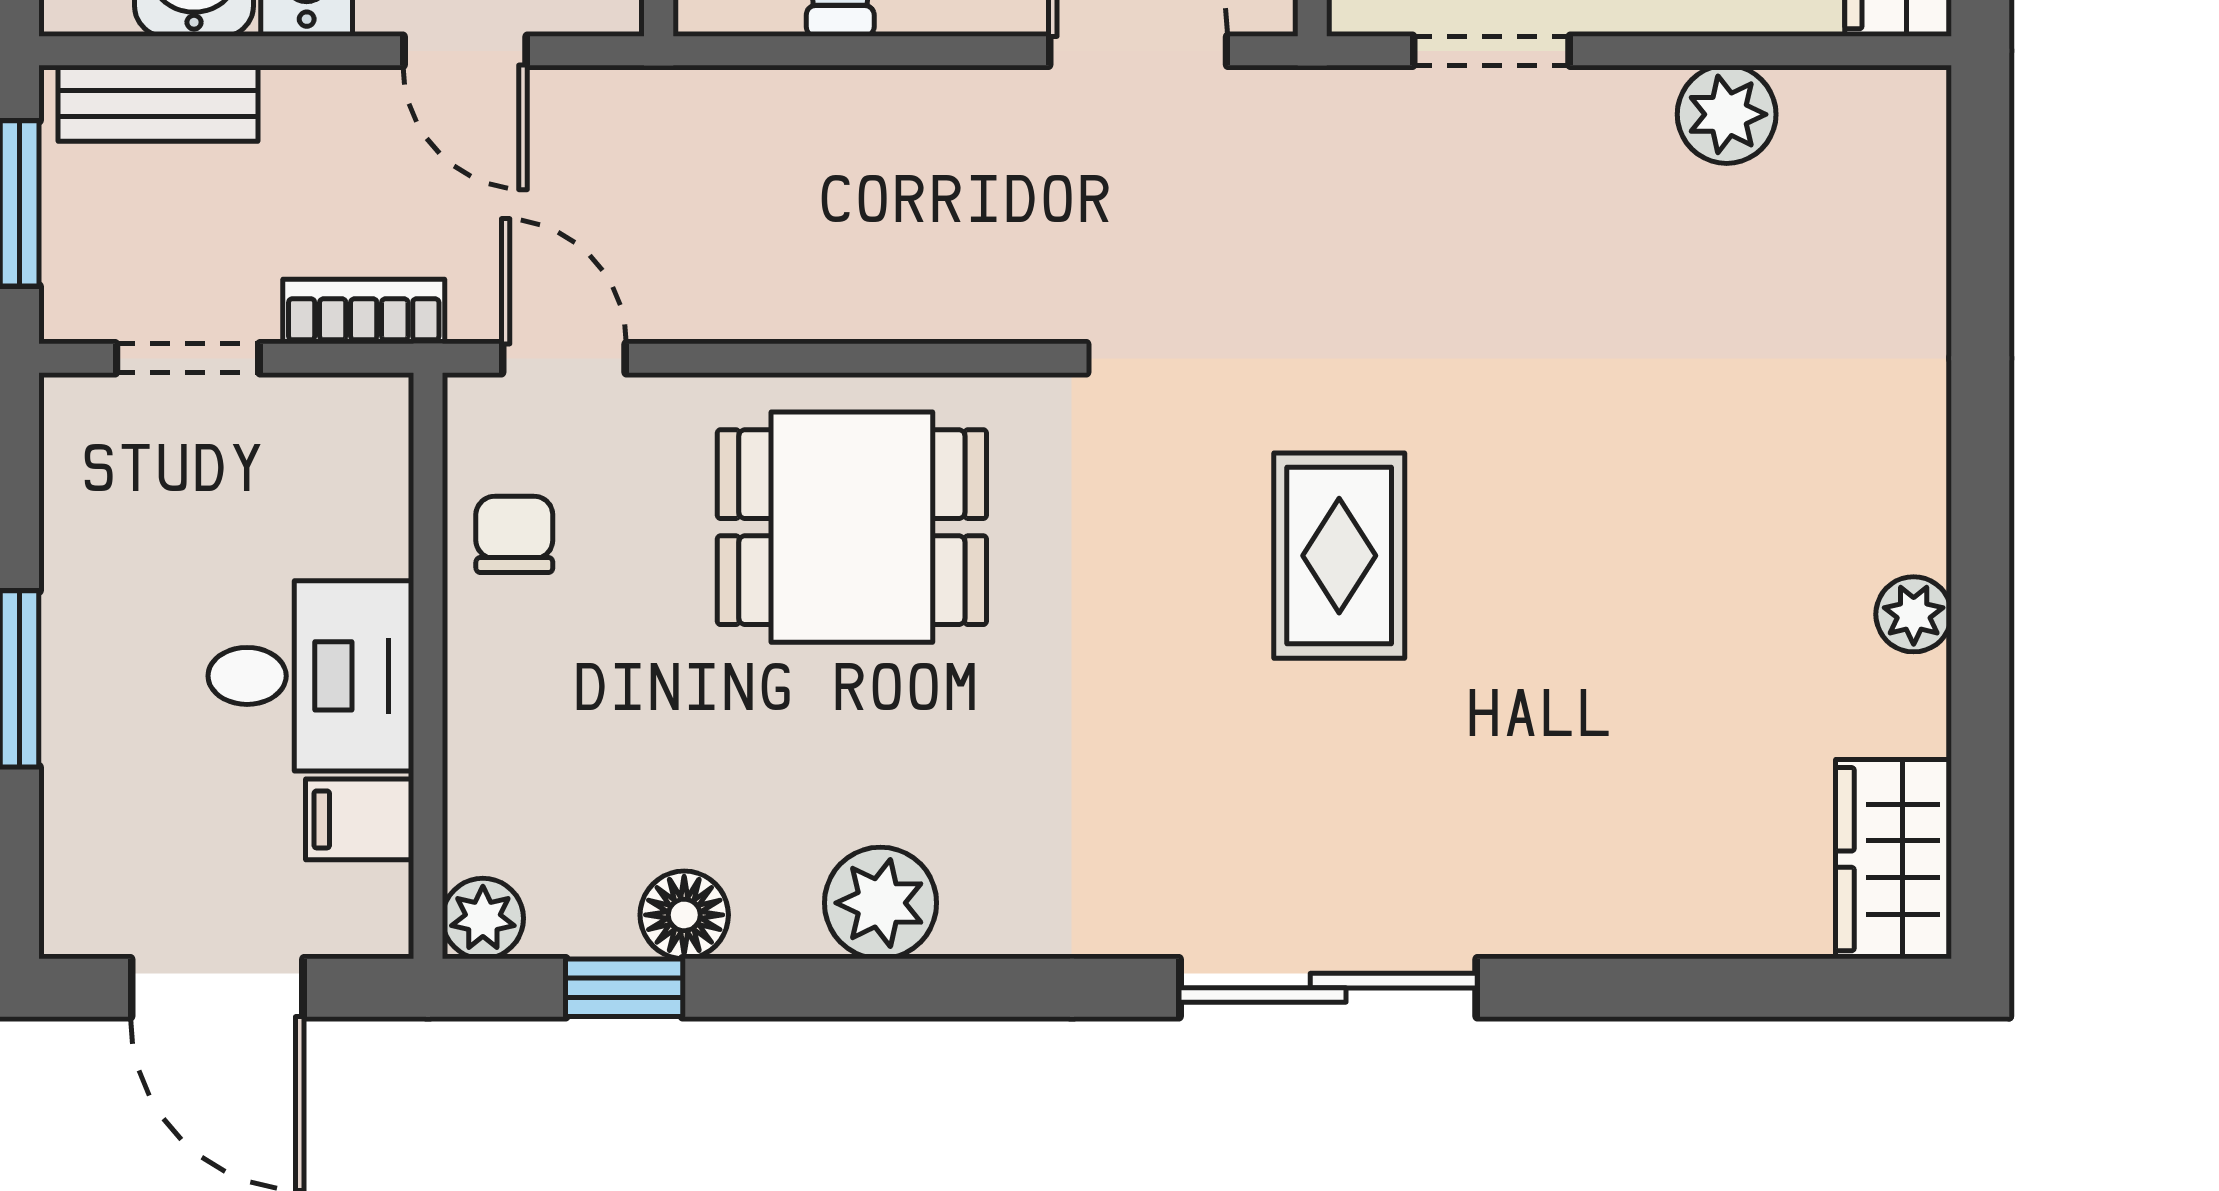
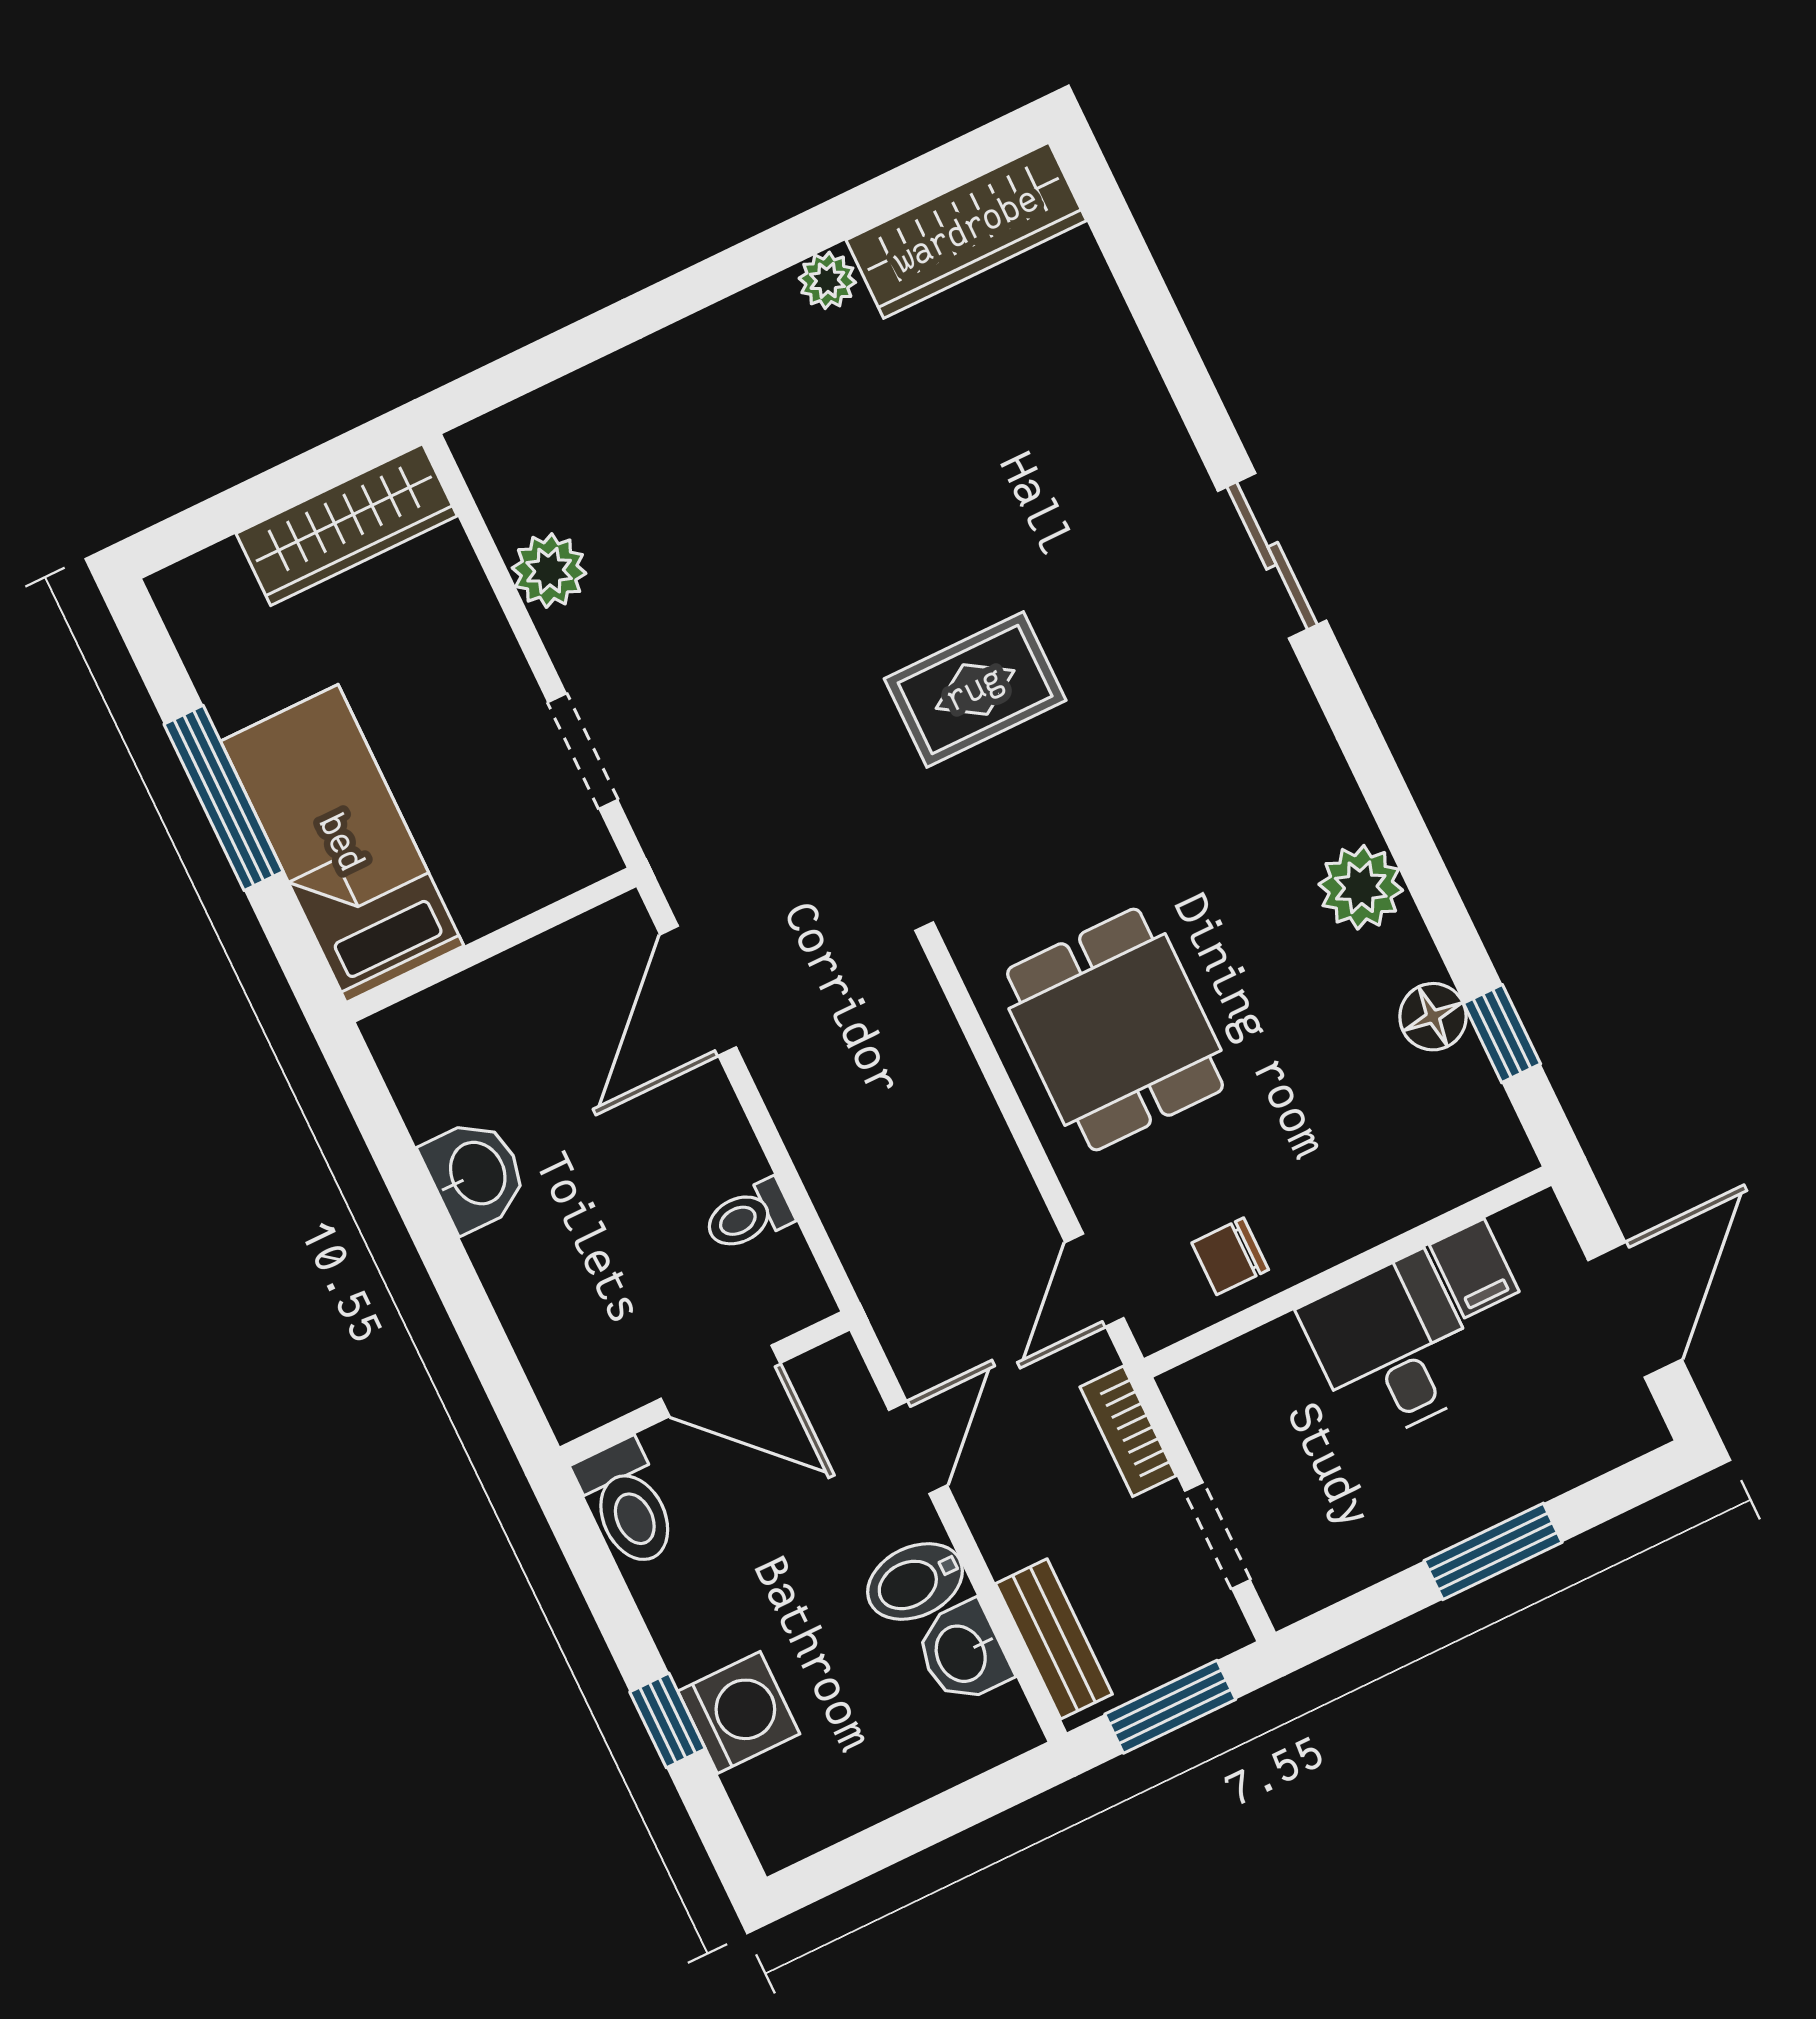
wardrobe: (1893, 859) -> (966, 230), width x1.50
plant: (483, 918) -> (1501, 1152), removed
sliding door: (1328, 988) -> (1272, 556), width x0.73

